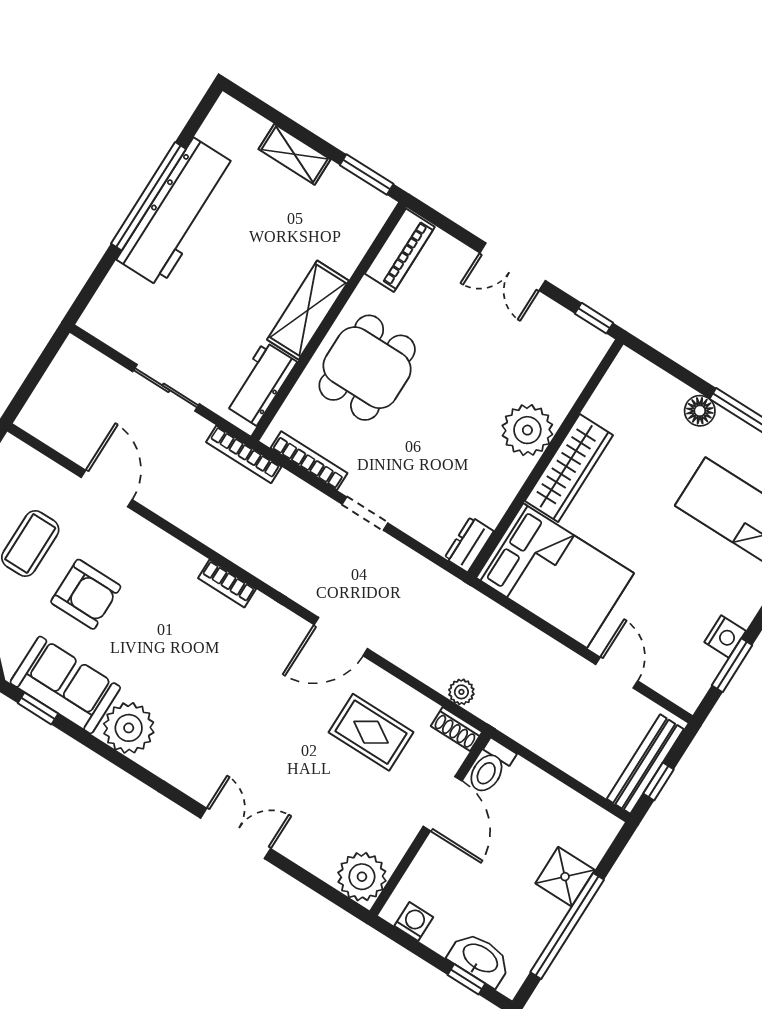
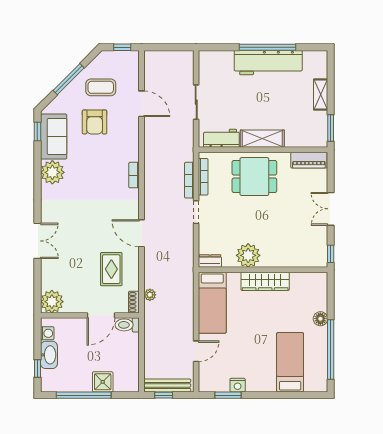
plant: (527, 430) -> (248, 255), moved
bookcase: (244, 454) -> (189, 180), moved
door: (107, 489) -> (142, 104), hinge flipped
bed: (555, 576) -> (212, 303), width x0.67
washbasin: (480, 959) -> (49, 355), moved

